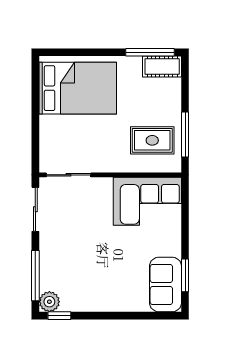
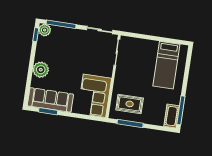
bed: (78, 88) -> (166, 65), width x0.67
rug: (152, 140) -> (130, 104), turned 90
sofa: (165, 284) -> (50, 100), width x1.36
plant: (117, 298) -> (41, 70), added

